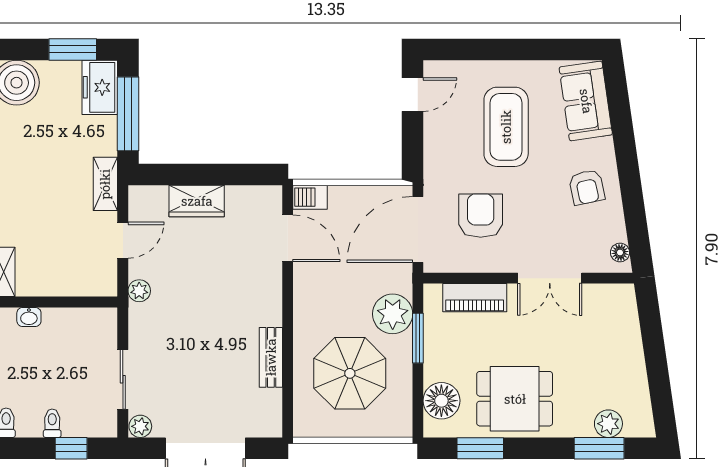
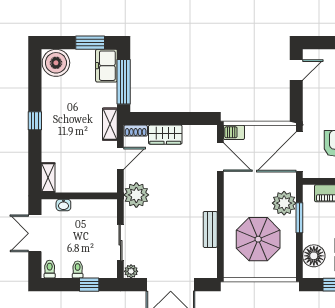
shoe rack: (148, 194) -> (136, 131), added
plant: (139, 291) -> (136, 195), width x1.87, depth x1.87

